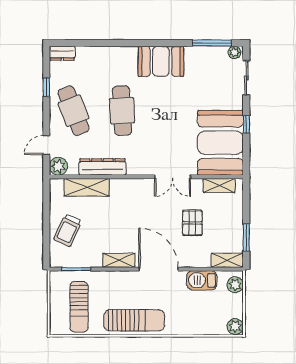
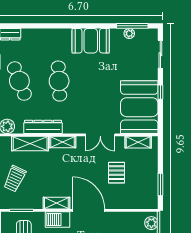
plant: (234, 52) -> (129, 33), moved
shelving: (227, 260) -> (63, 142), moved
barbecue: (202, 280) -> (58, 219), moved

